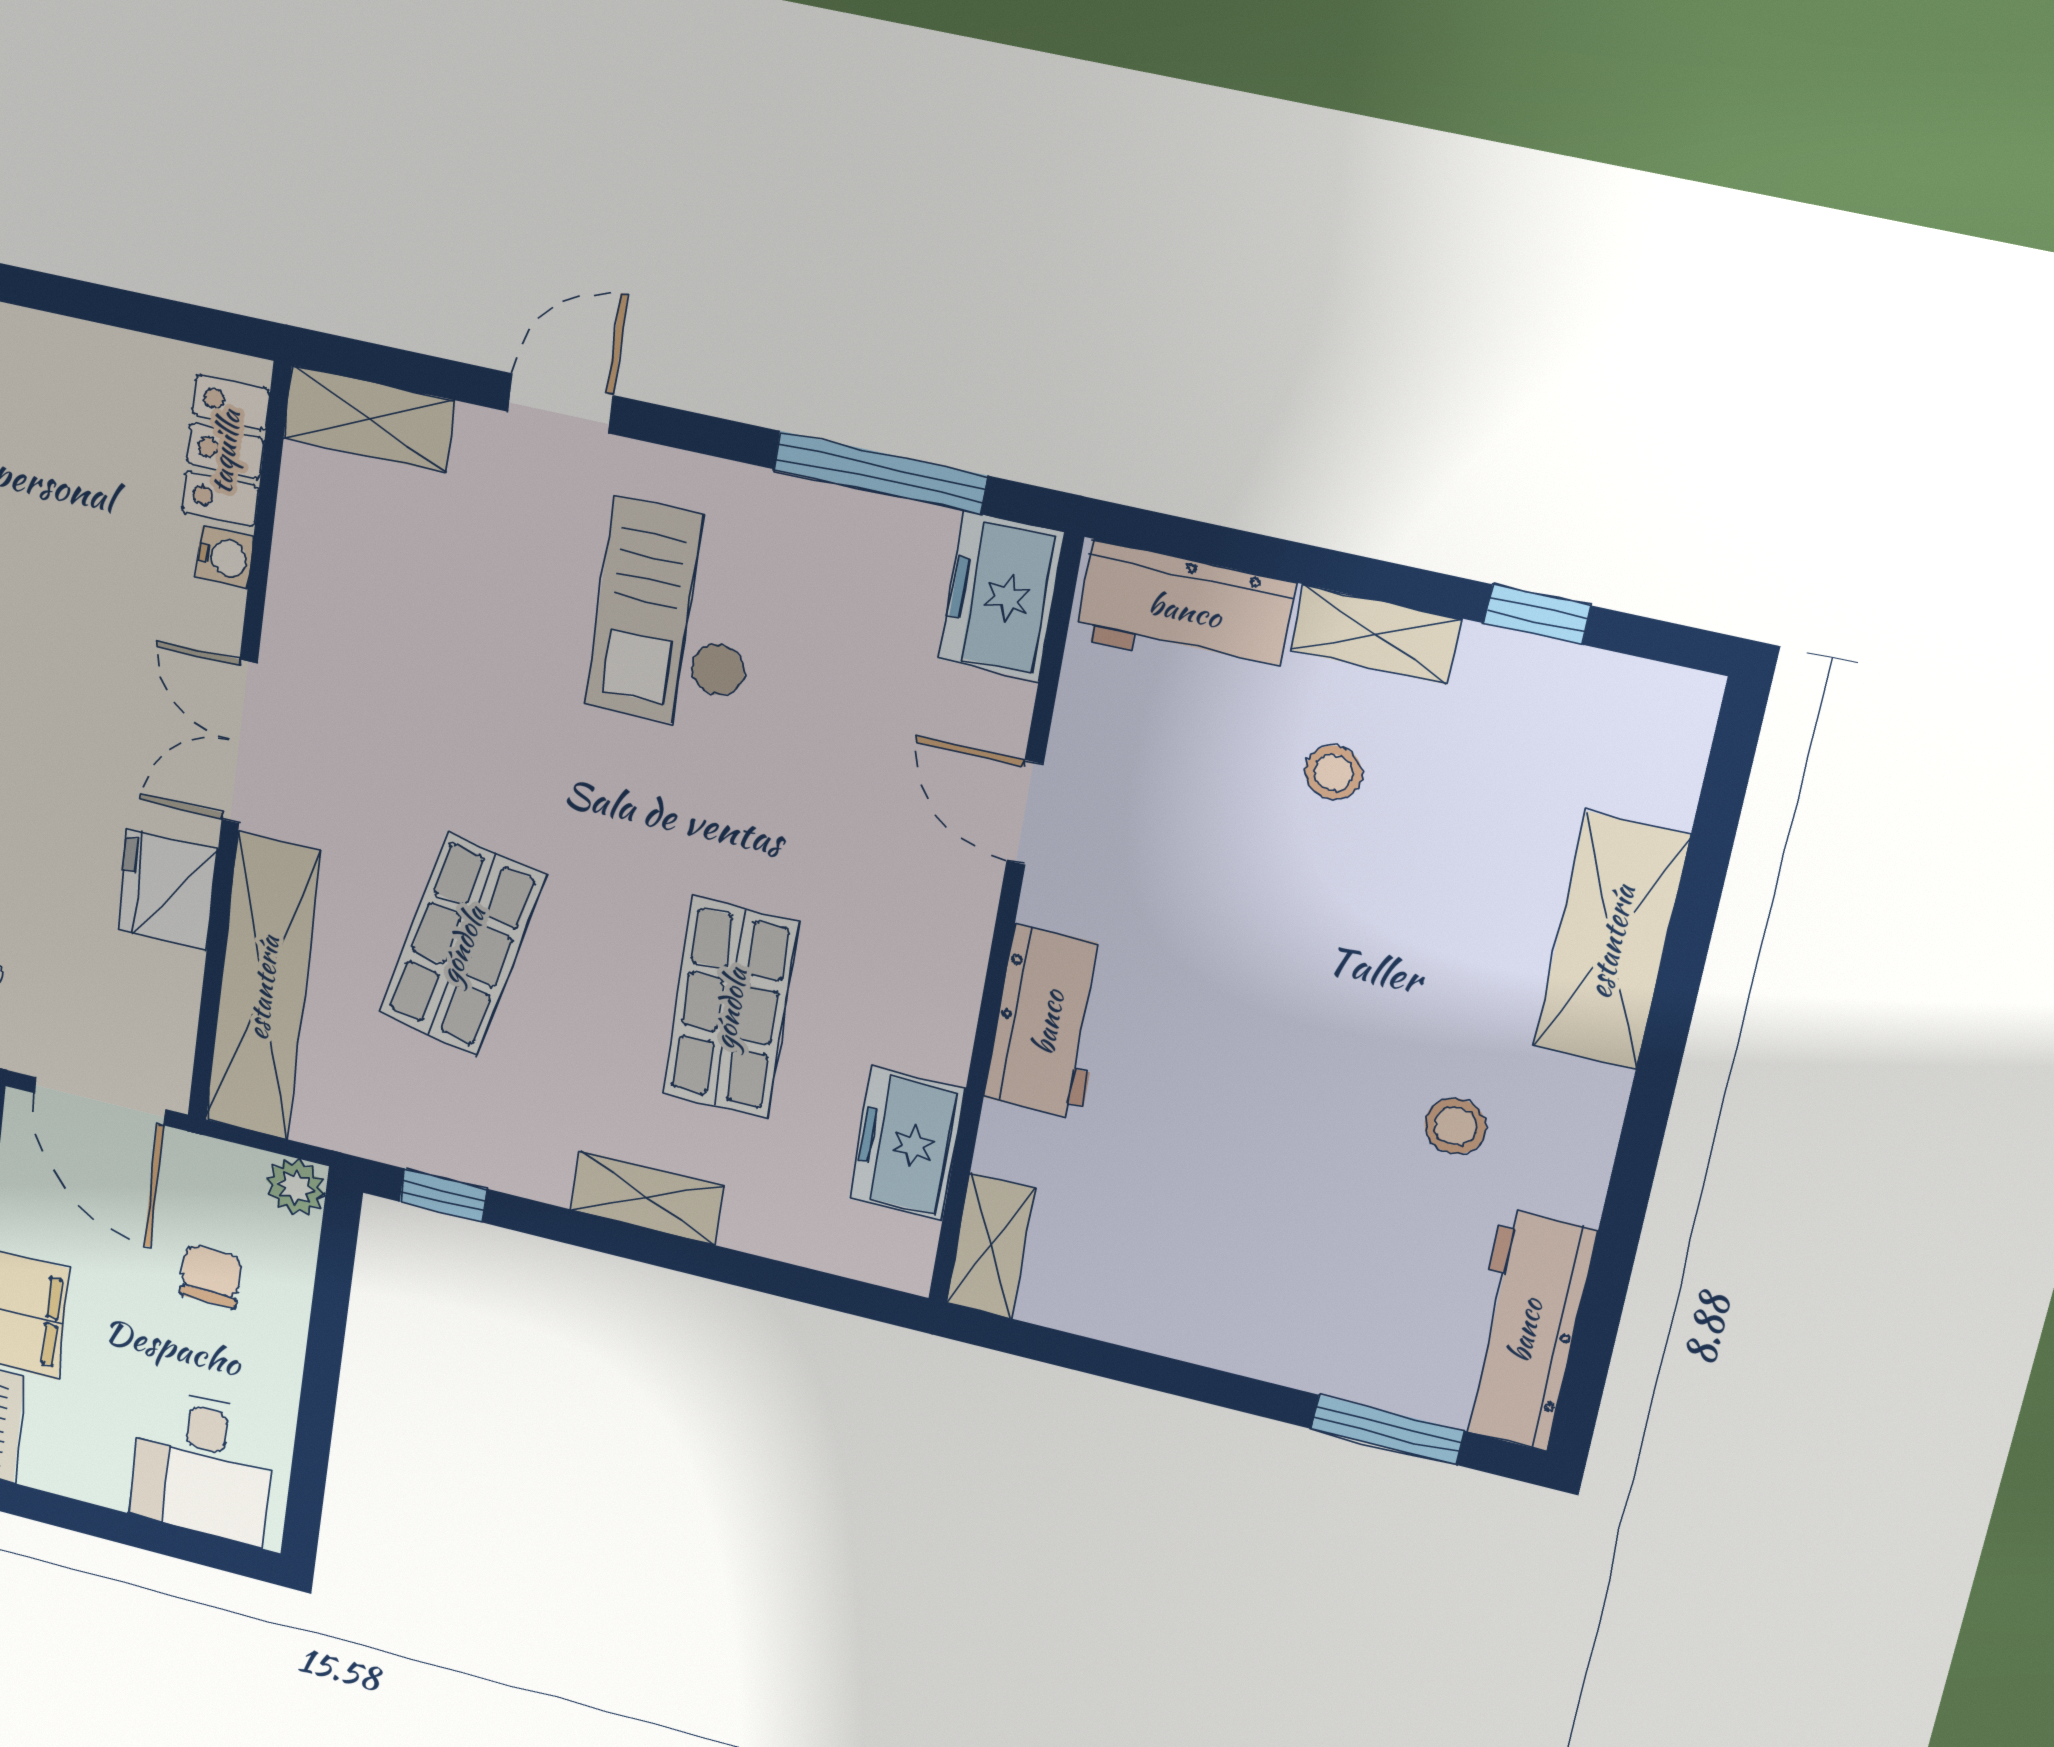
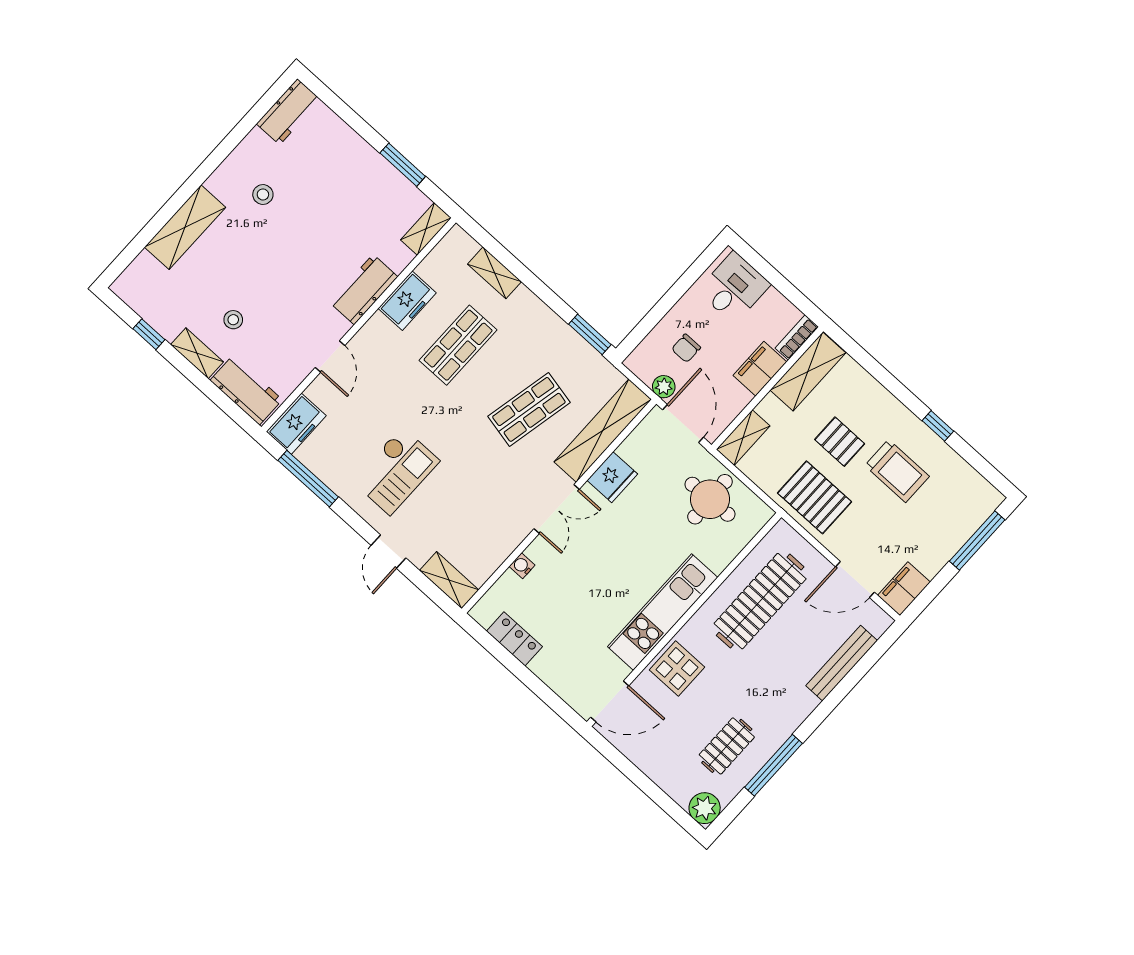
door: (560, 403) -> (389, 552), hinge flipped
locker: (225, 451) -> (514, 639), moved, turned -90
freezer: (907, 1144) -> (407, 301), moved
plant: (296, 1187) -> (664, 387), moved
window: (443, 1195) -> (590, 334), width x1.50
shelving: (647, 1198) -> (495, 273), moved
workbench: (1525, 1330) -> (288, 112), width x0.73
window: (1388, 1430) -> (403, 165), moved

